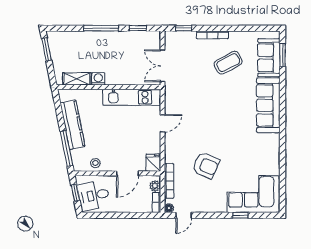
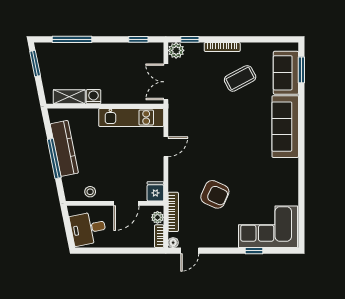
window: (101, 28) -> (72, 39), moved
plant: (172, 38) -> (176, 50), added
window: (66, 148) -> (54, 159), moved
window: (75, 193) -> (68, 225), removed

